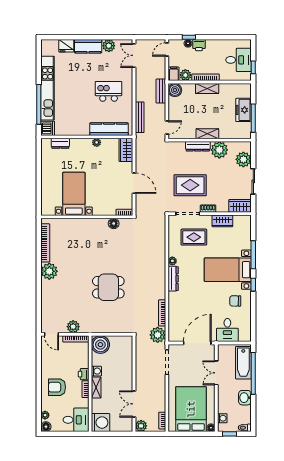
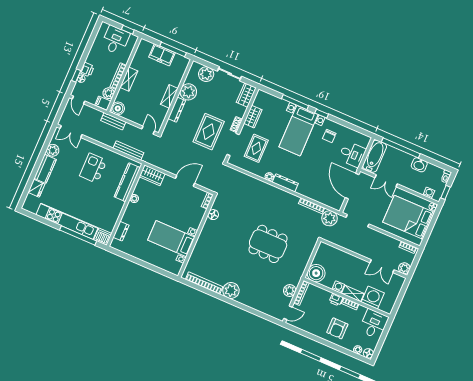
dining table: (108, 287) -> (268, 244), width x1.37
bathtub: (243, 363) -> (375, 156), moved, turned -90
washing machine: (100, 423) -> (373, 298), moved

